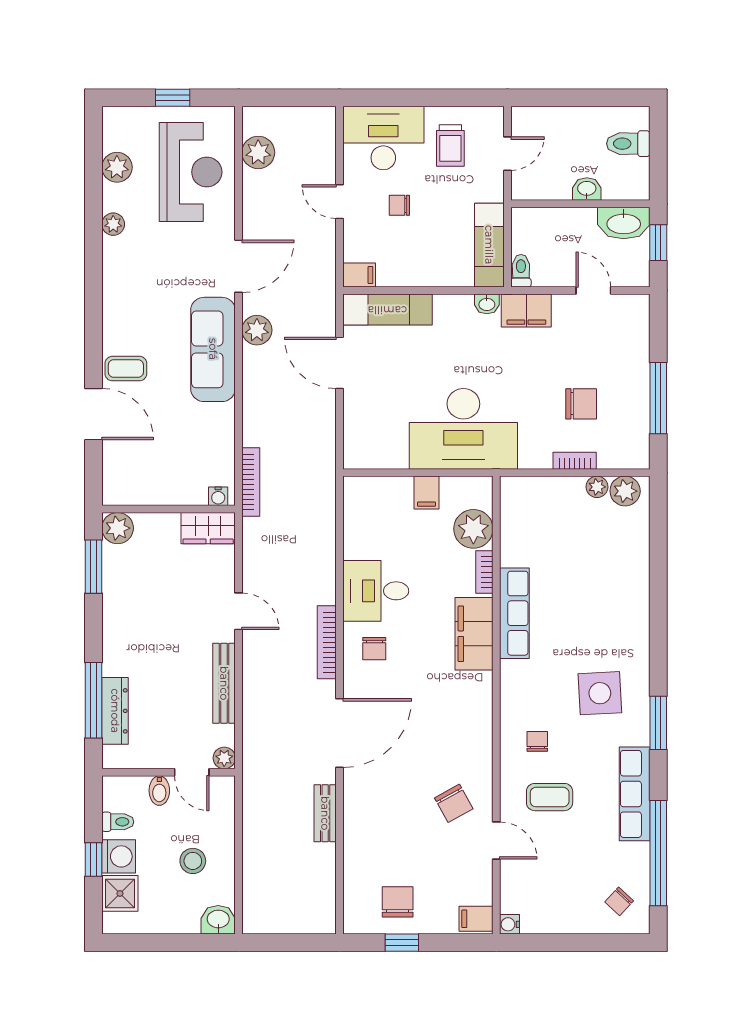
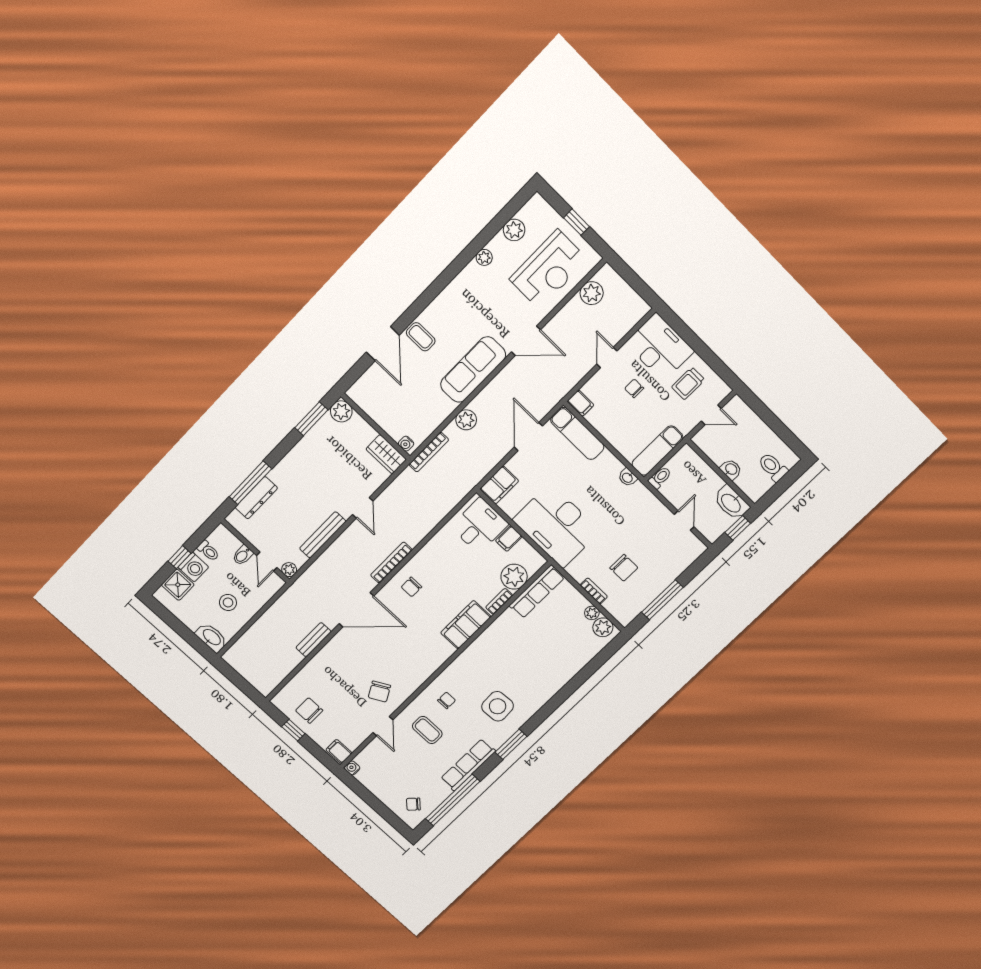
filing cabinet: (526, 311) -> (499, 485), moved, turned -90
plant: (257, 330) -> (466, 420), moved
desk: (376, 591) -> (479, 525), moved, turned 90
row of seats: (514, 613) -> (537, 592), moved
chair: (398, 902) -> (309, 710), turned -90
washbasin: (218, 920) -> (211, 637), width x1.38

